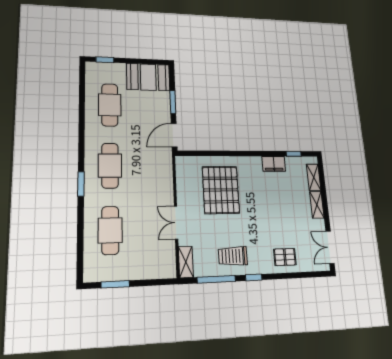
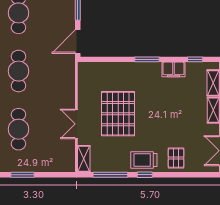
window: (247, 154) -> (147, 59), added
pallet: (221, 190) -> (118, 114), moved
trolley: (233, 256) -> (144, 160), moved
pallet: (285, 257) -> (176, 158), turned 90

